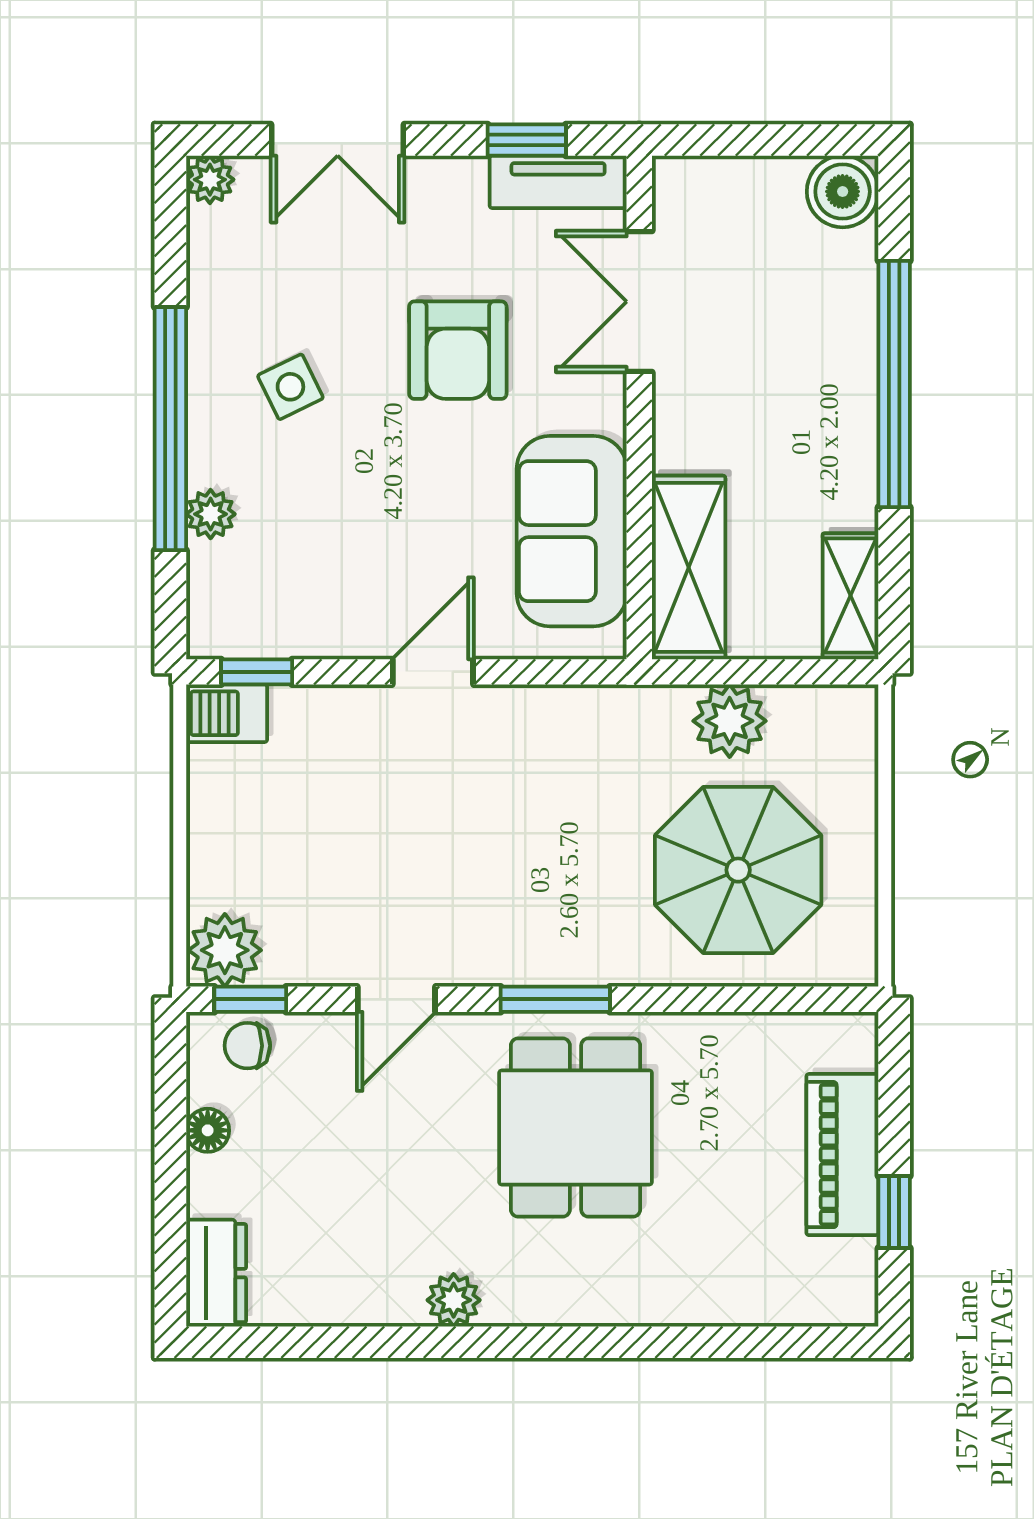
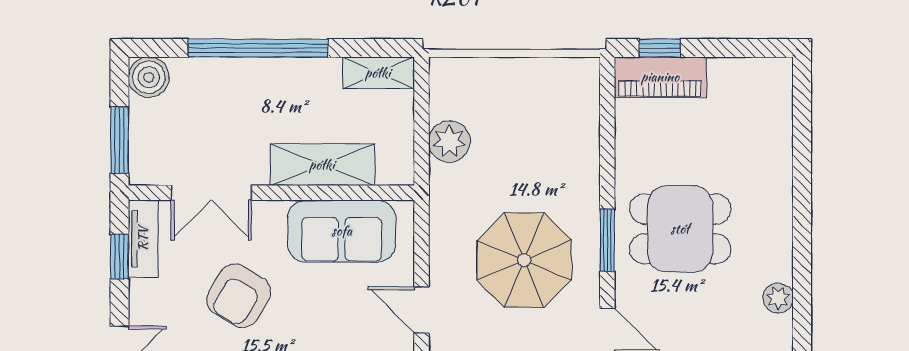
window: (732, 140) -> (120, 140), added
armchair: (458, 350) -> (239, 296), turned 121
shelving: (689, 567) -> (322, 165), moved
parasol: (738, 870) -> (524, 260), moved
piano: (842, 1155) -> (660, 77), moved
window: (894, 1212) -> (660, 48), moved

